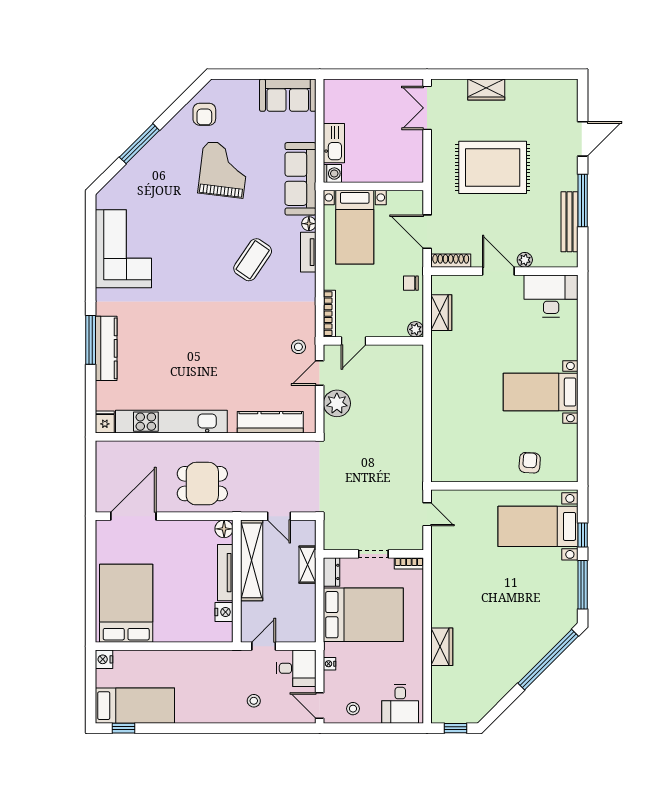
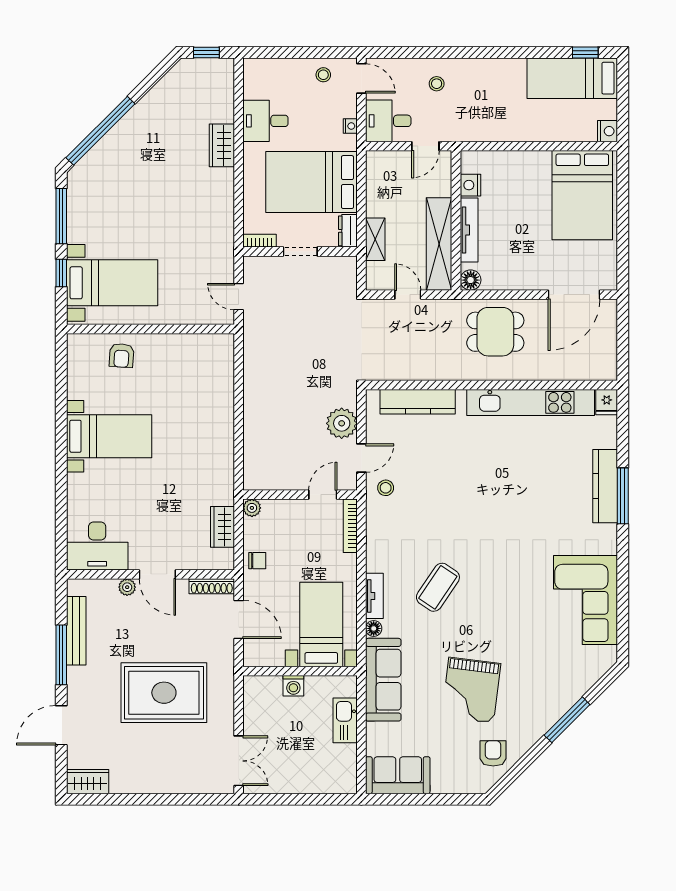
wardrobe: (486, 90) -> (88, 782), moved
washing machine: (332, 174) -> (293, 686), moved, turned -90
desk: (400, 704) -> (265, 121), moved, turned -90

